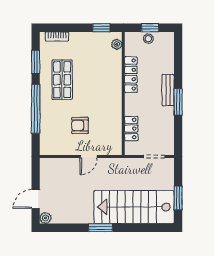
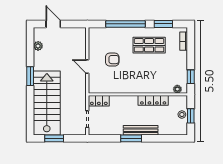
bench: (168, 90) -> (141, 130), width x1.36
armchair: (80, 125) -> (112, 60), turned 90
locker: (131, 128) -> (99, 101), moved
plant: (45, 218) -> (38, 46), moved

